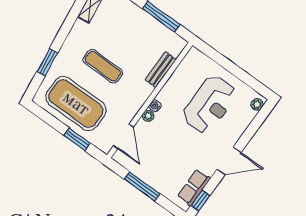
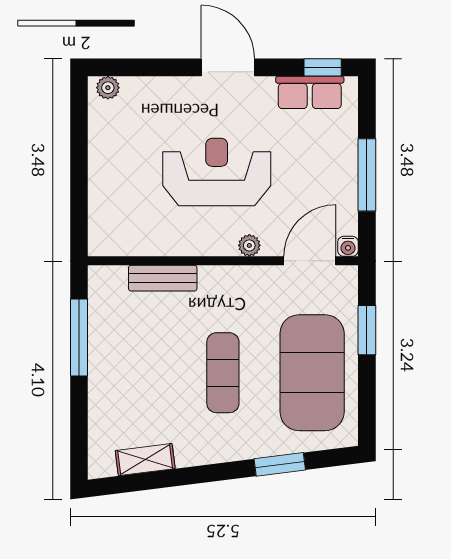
reception desk: (210, 105) -> (217, 172), moved
water cooler: (155, 106) -> (348, 246), moved

